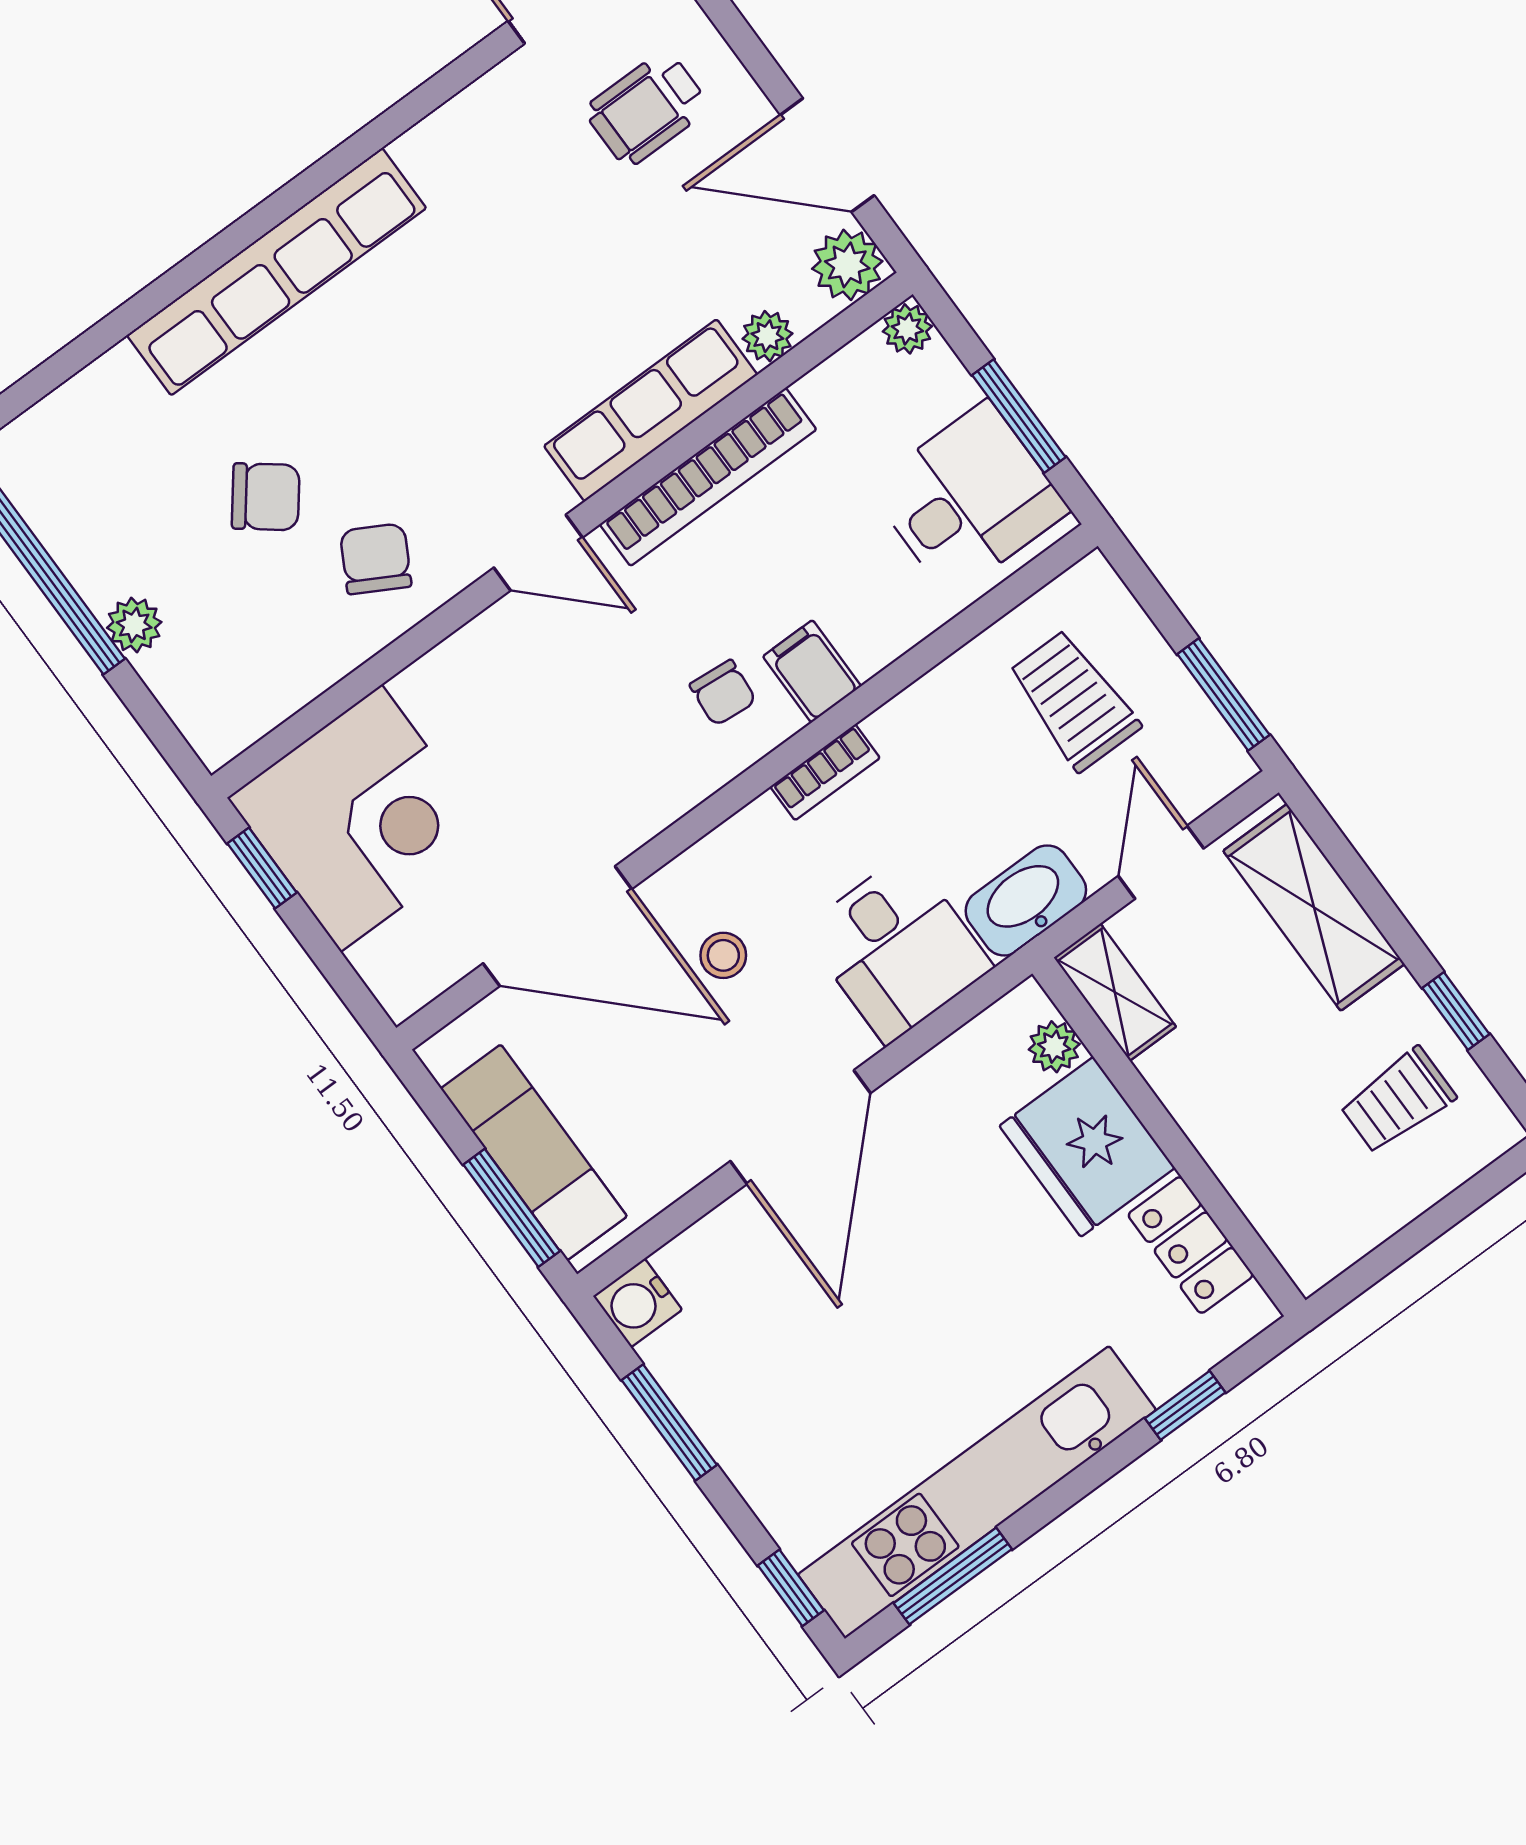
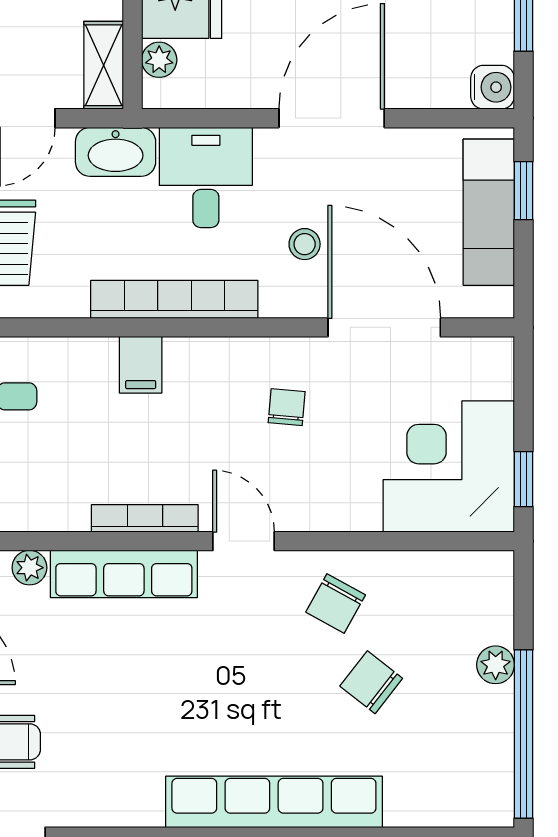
bookcase: (708, 477) -> (145, 518), width x0.68, depth x0.76
chair: (723, 693) -> (287, 407), moved
bookcase: (825, 772) -> (174, 299), width x2.31, depth x1.31
window: (512, 1208) -> (524, 191), width x0.67

